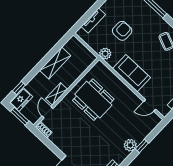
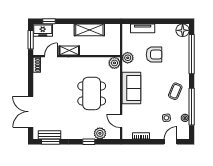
plant: (99, 68) -> (114, 63), added
dining table: (93, 100) -> (92, 93), moved
plant: (130, 145) -> (100, 133), moved

